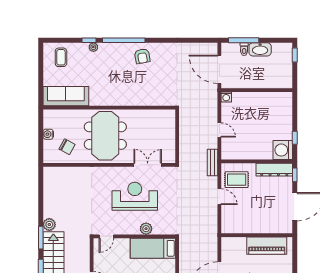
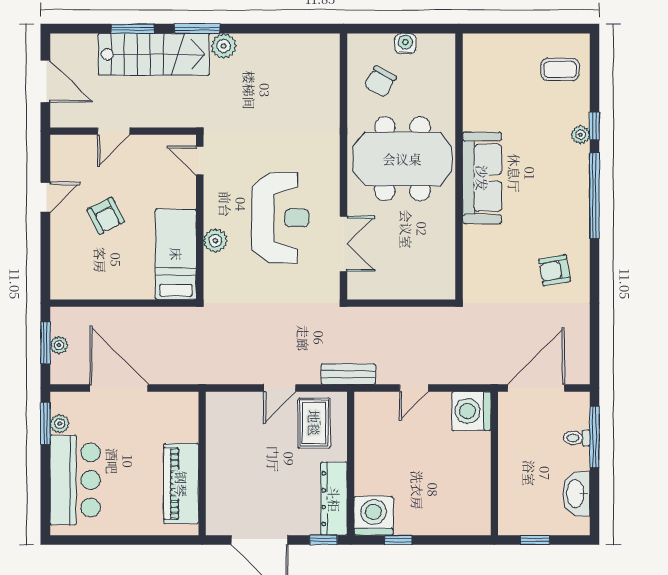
washbasin: (260, 49) -> (576, 494), moved
window: (295, 55) -> (535, 540), moved
armchair: (142, 56) -> (555, 270), moved
sofa: (66, 96) -> (482, 178), moved
washing machine: (226, 97) -> (471, 411), width x1.89, depth x1.89

